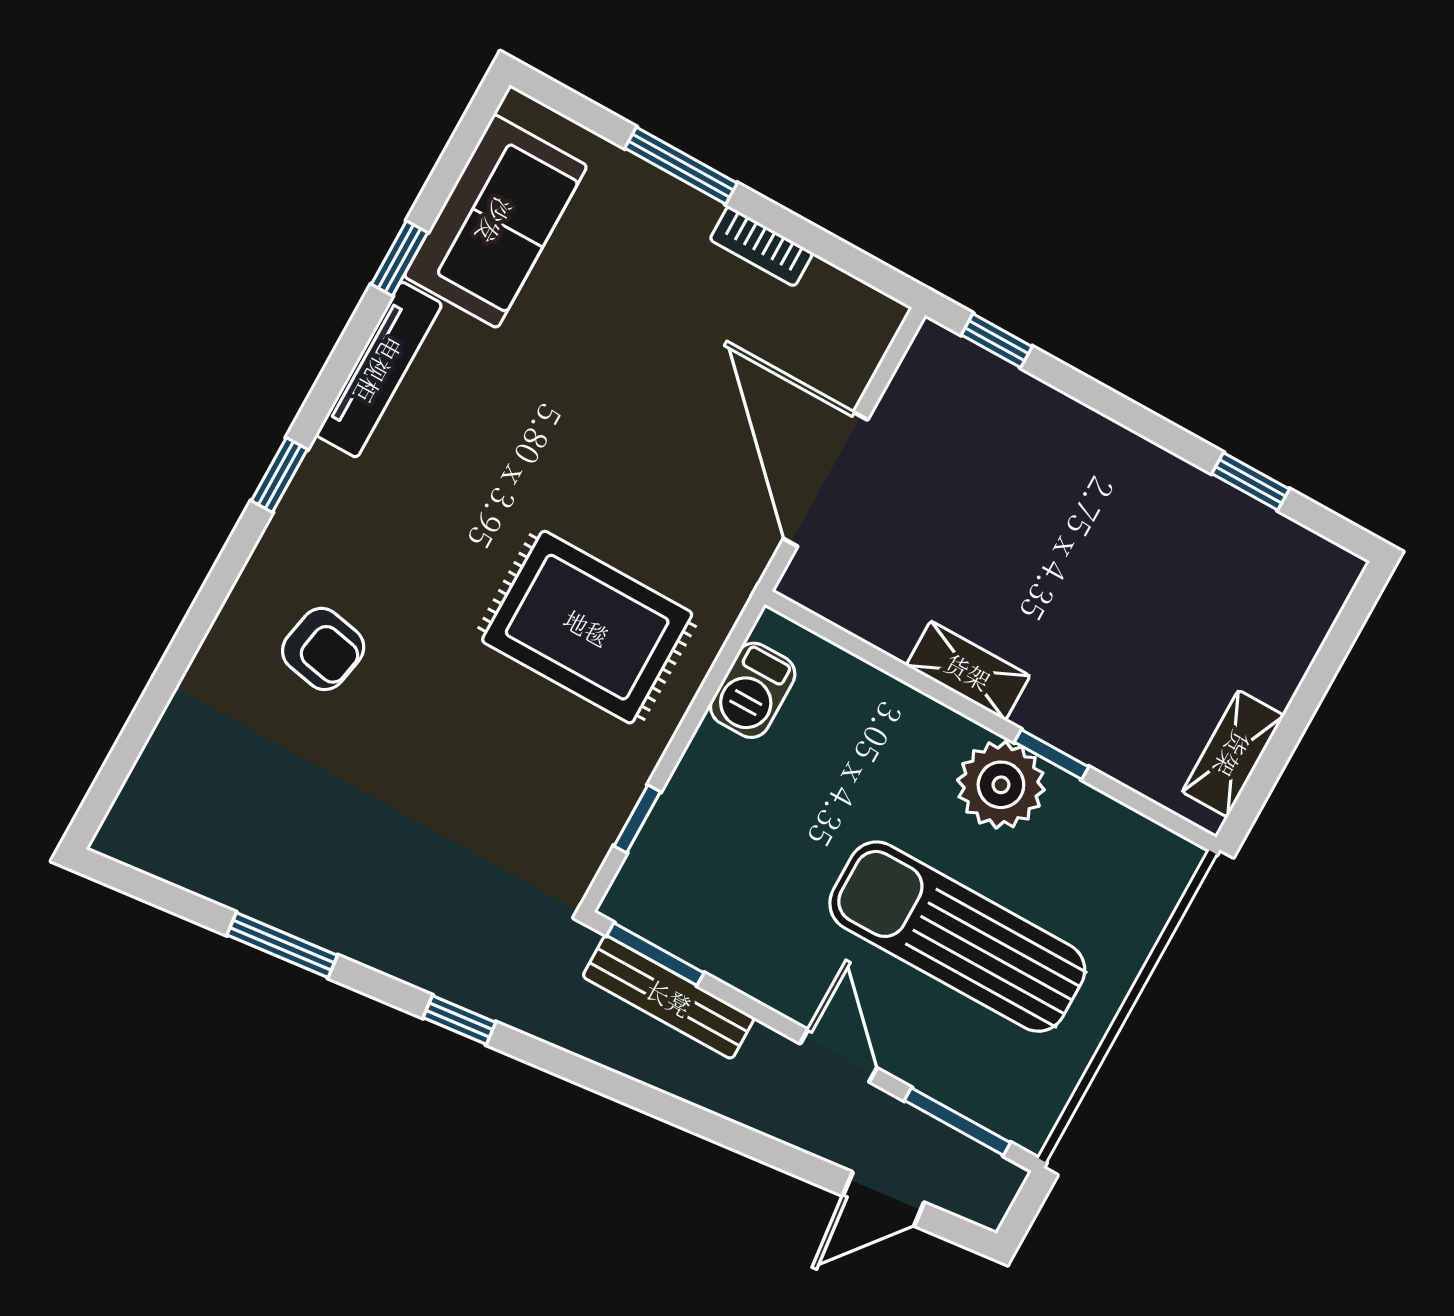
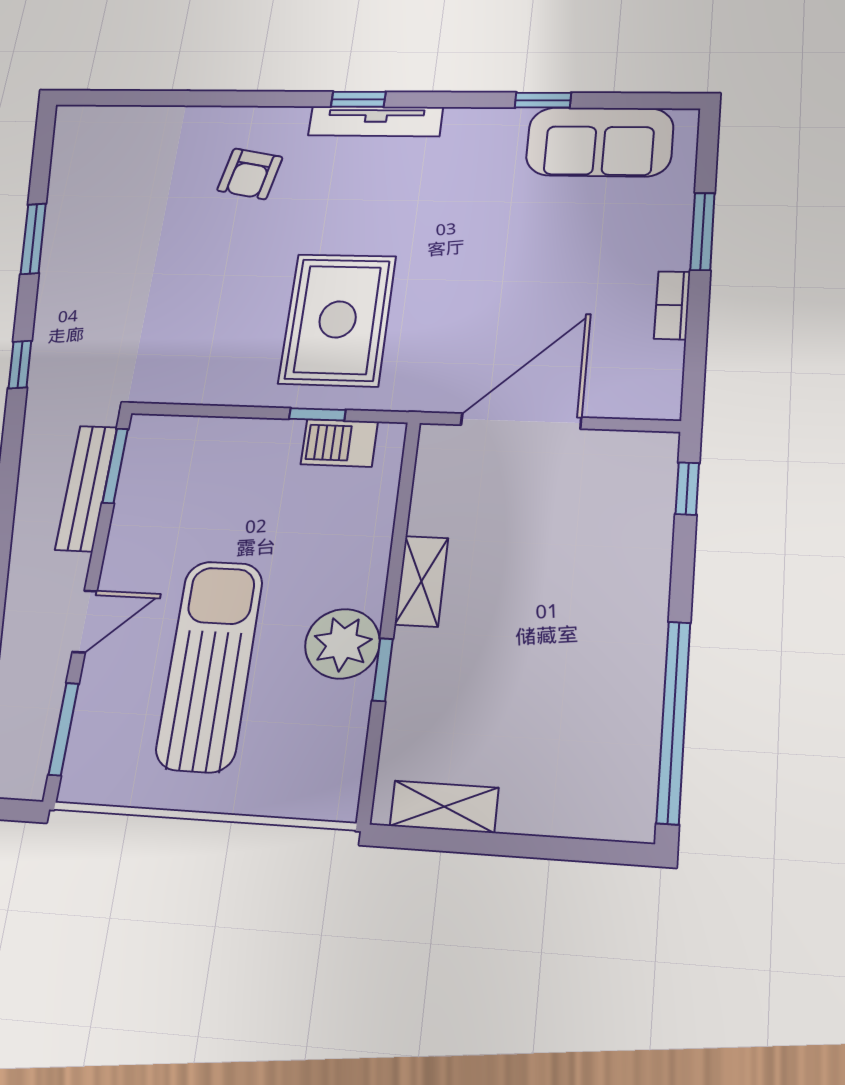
tv unit: (379, 370) -> (375, 121), moved
window: (1251, 481) -> (674, 721), width x3.17
window: (637, 819) -> (317, 414), moved

